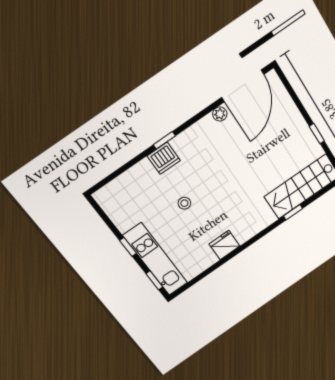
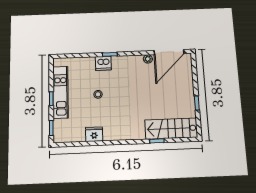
fridge: (224, 245) -> (94, 134), moved
kitchen unit: (156, 259) -> (60, 92), moved

